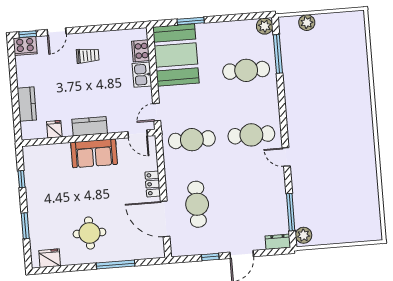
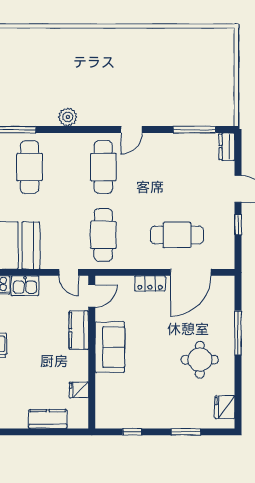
kitchen counter: (90, 126) -> (79, 330), moved
plant: (304, 235) -> (68, 117), moved

